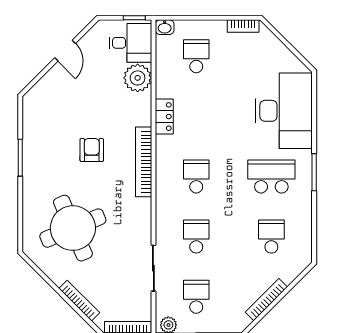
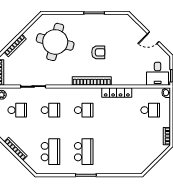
plant: (138, 78) -> (138, 78), removed
desk: (284, 111) -> (120, 158), removed
locker: (164, 117) -> (117, 92), width x1.53
round table: (73, 228) -> (55, 42), turned 37
school desk: (271, 237) -> (50, 152), width x1.85

